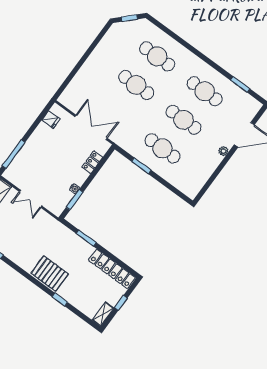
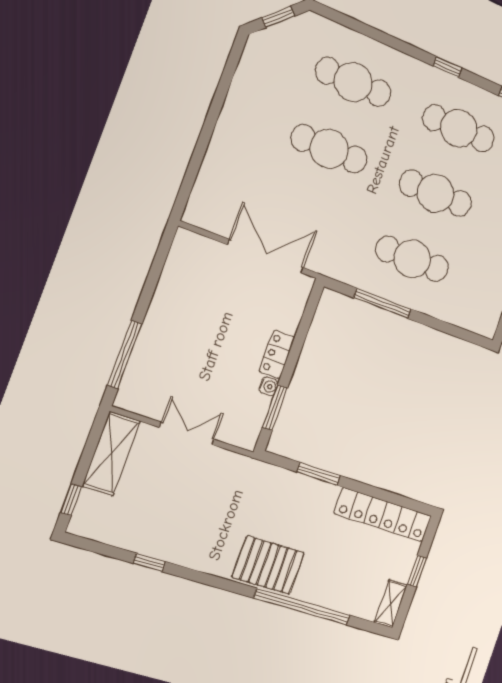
window: (207, 60) -> (448, 67), added
fridge: (51, 119) -> (181, 263), removed
locker: (92, 162) -> (277, 354), moved
window: (141, 166) -> (382, 303), width x1.44
double door: (31, 199) -> (187, 433), swing flipped
window: (60, 299) -> (302, 607), width x3.17

